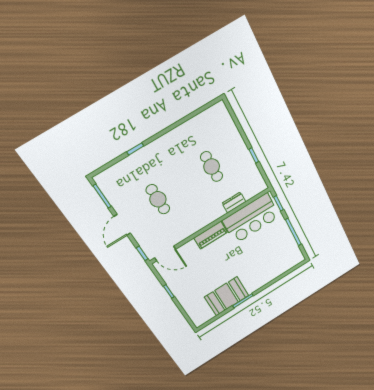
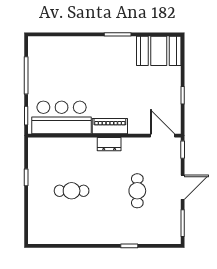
cafe table: (212, 167) -> (72, 191), turned 90
dresser: (234, 202) -> (109, 144), moved
booth: (227, 296) -> (159, 51), moved

